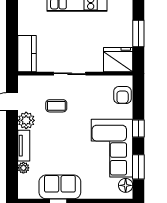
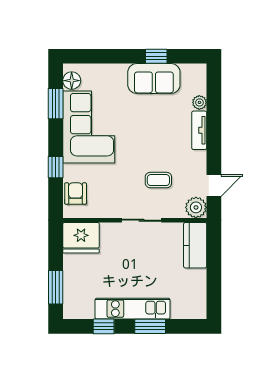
window: (138, 33) -> (56, 287), moved
plant: (26, 120) -> (196, 207), moved
window: (138, 128) -> (56, 167), moved

